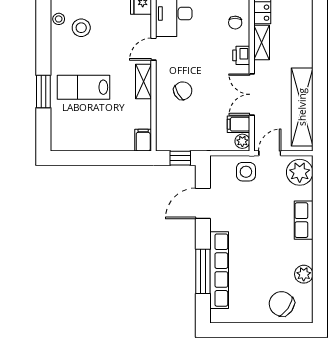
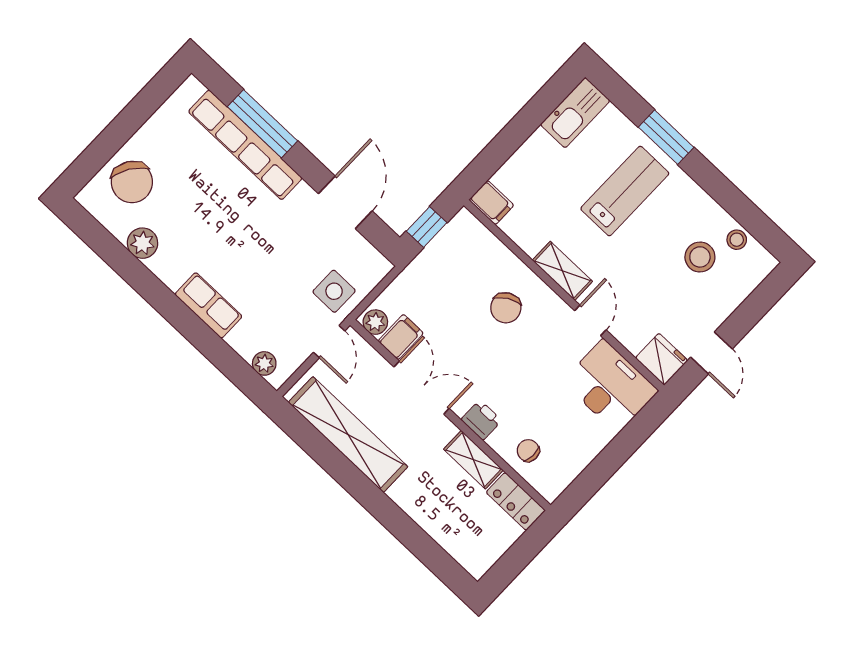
kitchen sink: (70, 141) -> (575, 113), added
plant: (300, 172) -> (264, 363), width x0.53, depth x0.53
chair: (282, 304) -> (132, 182), turned 88

